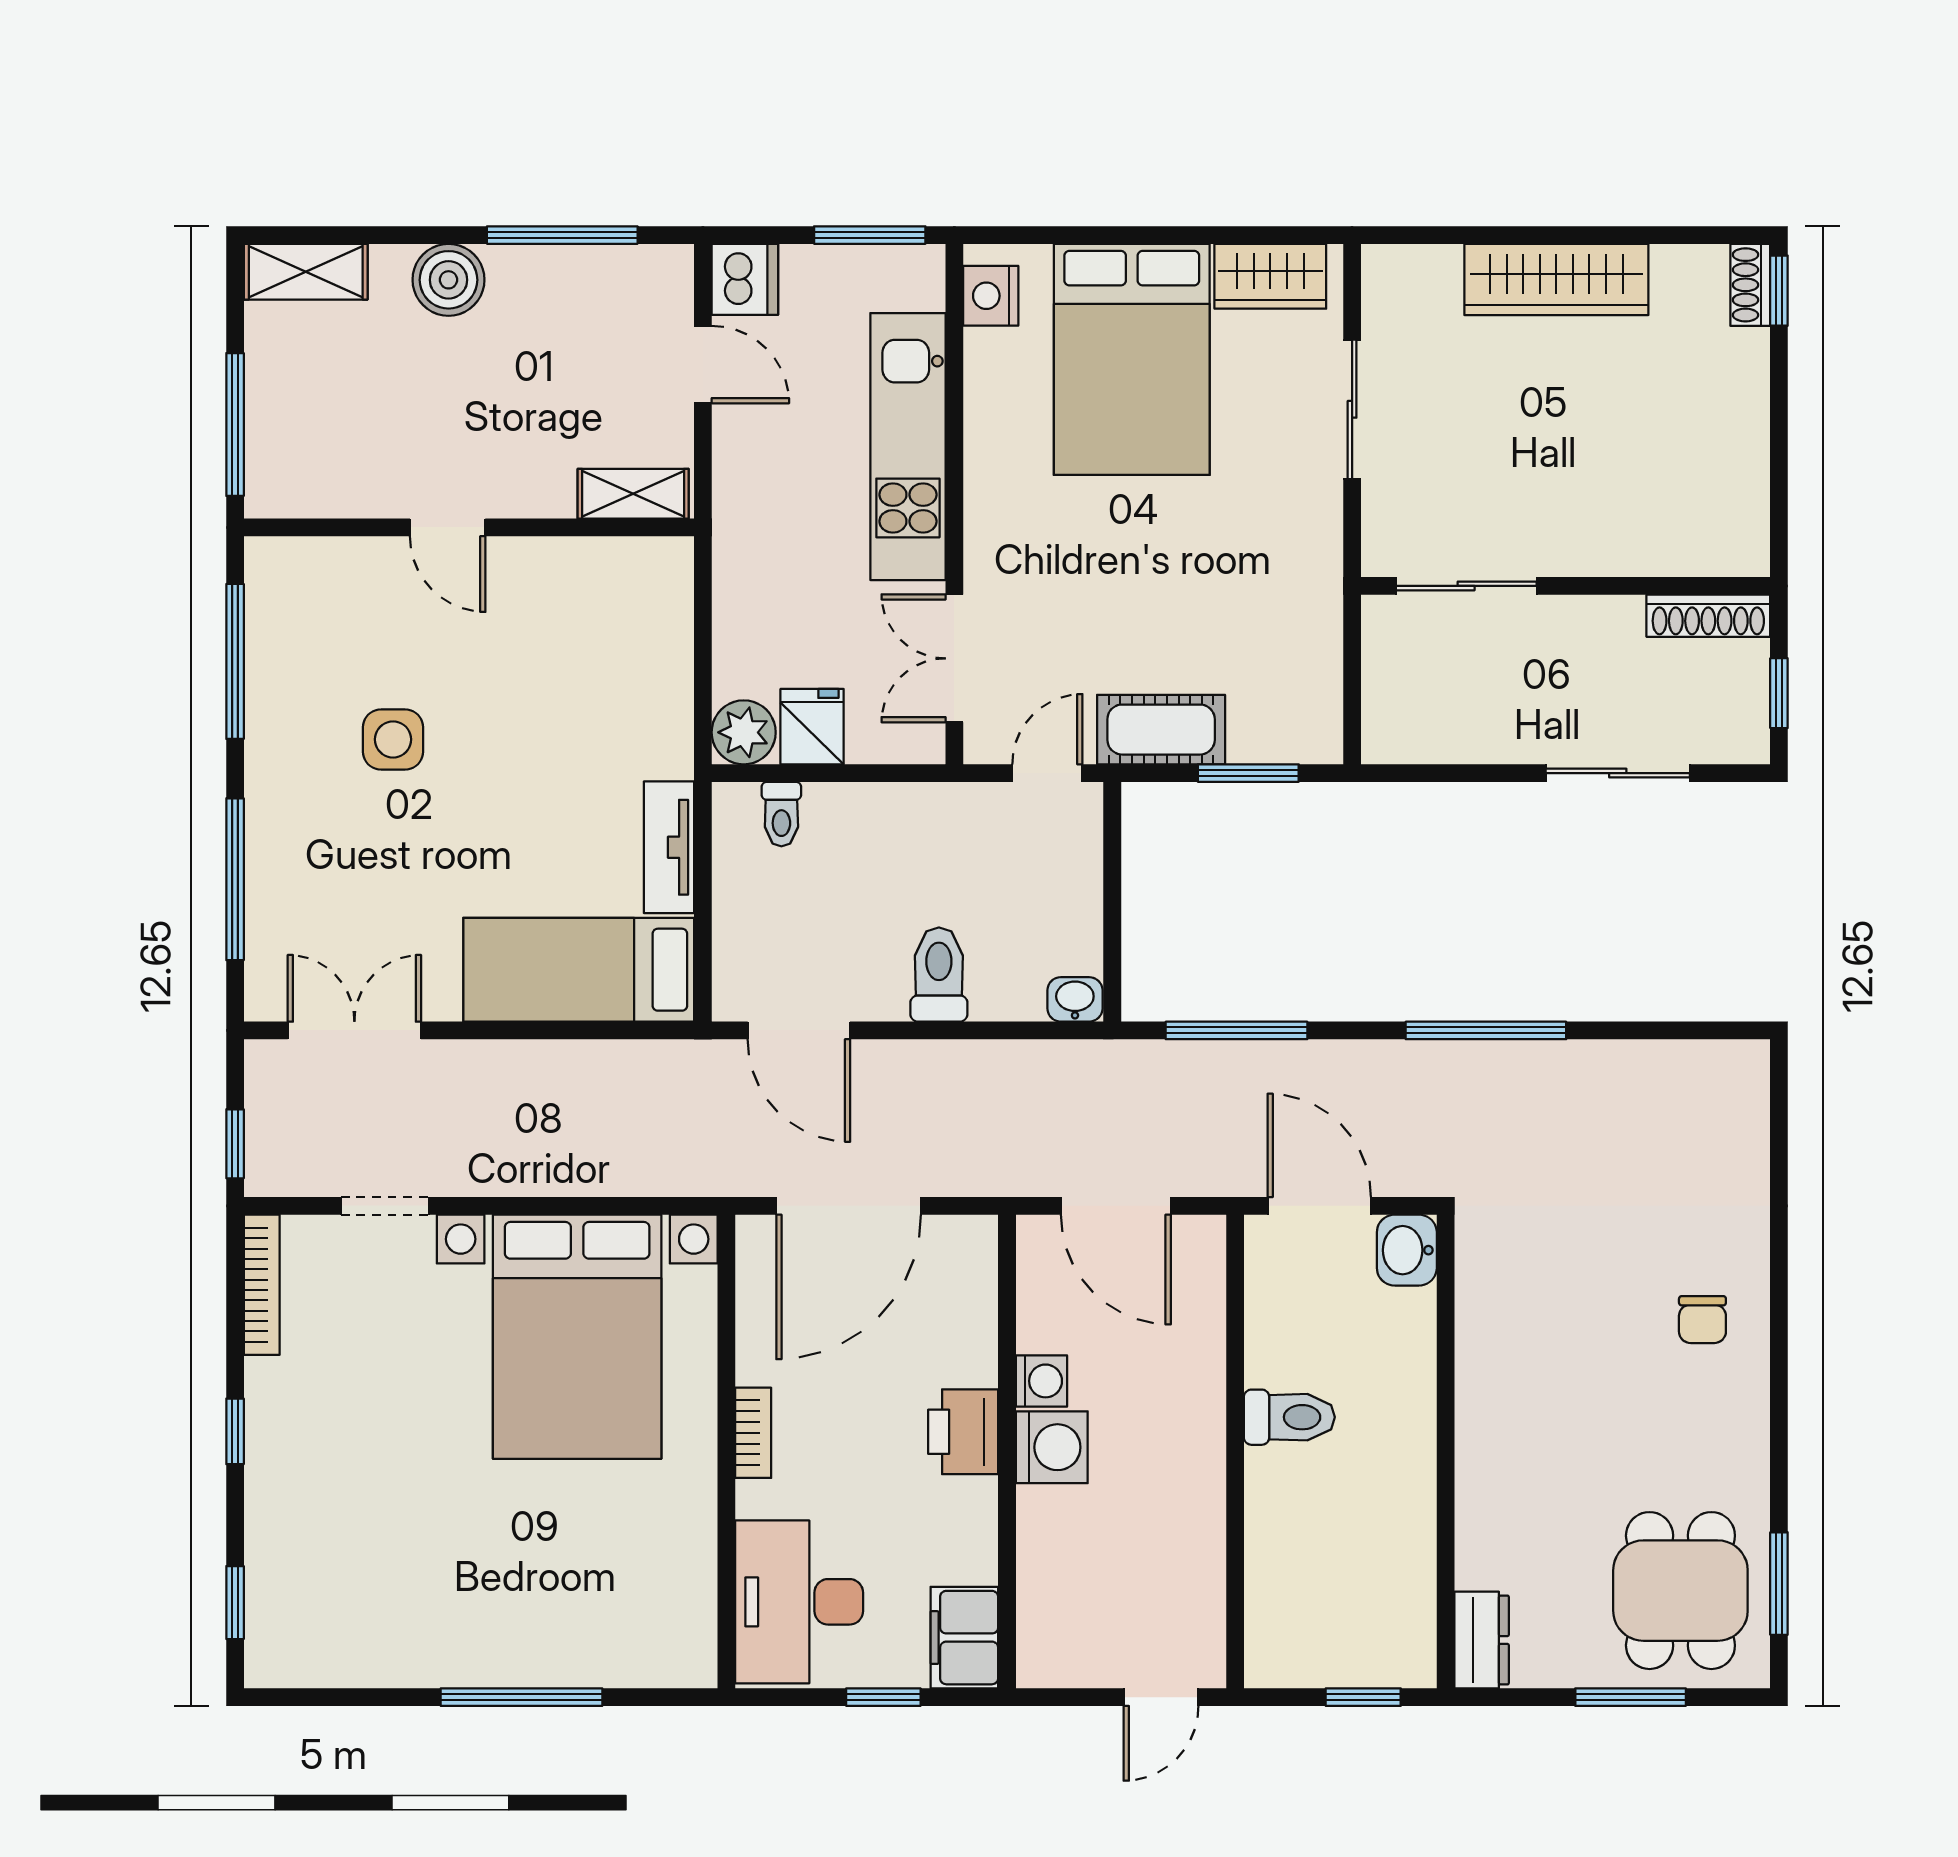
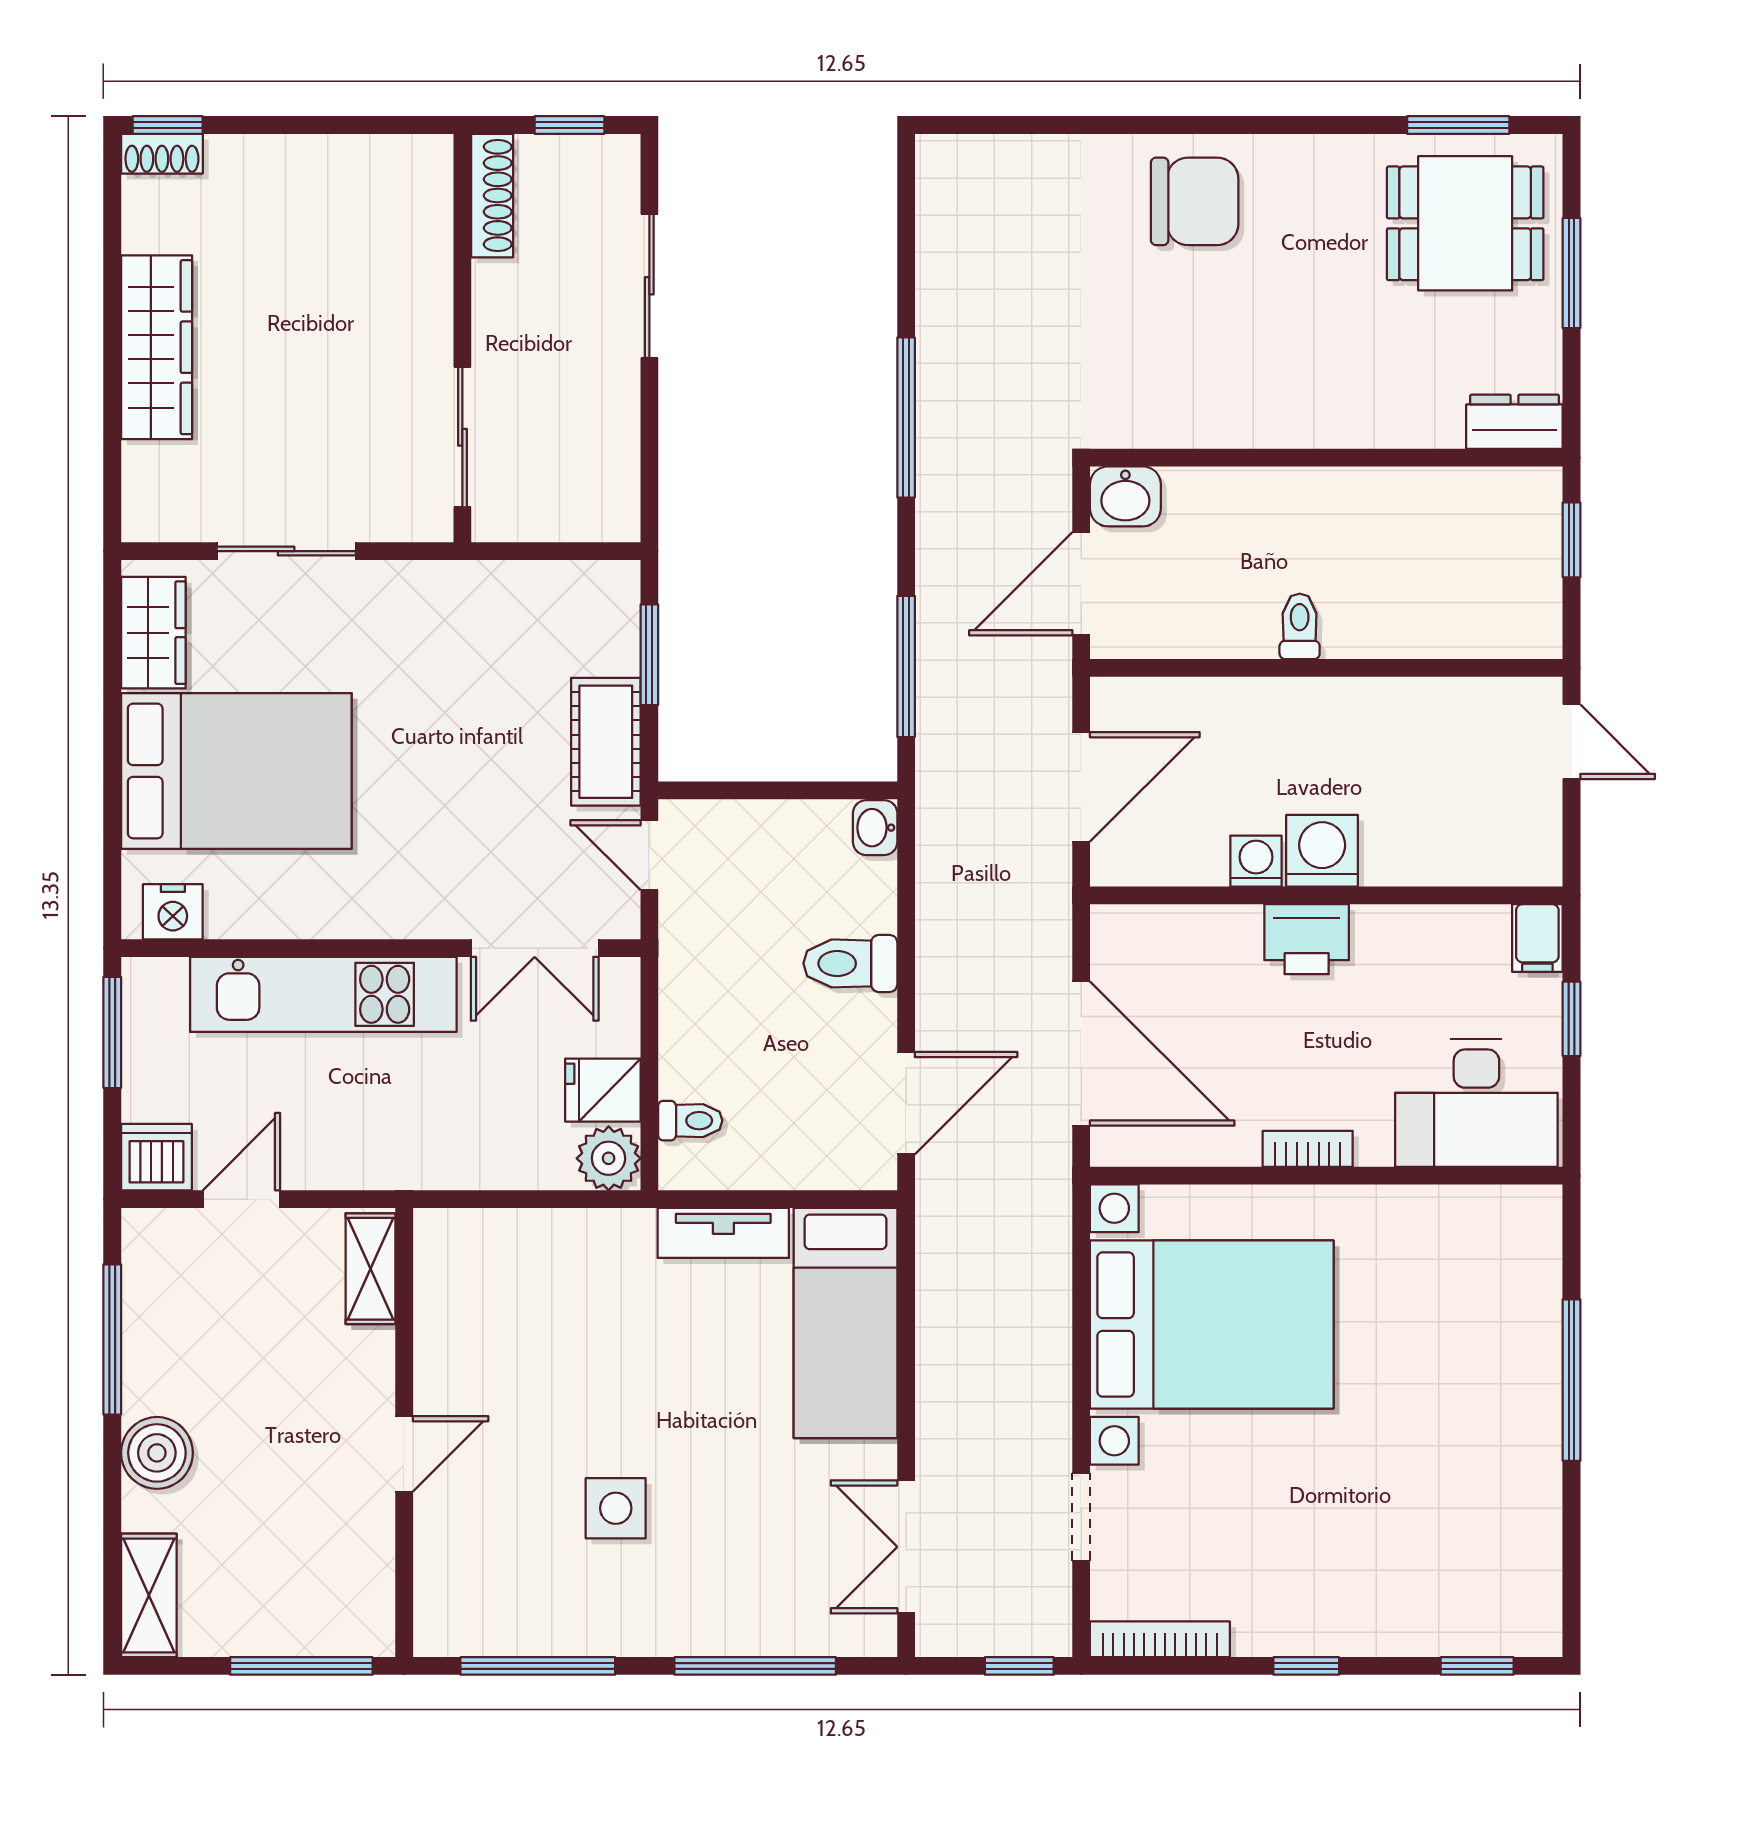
chair: (1702, 1320) -> (1195, 201), width x1.87, depth x1.87
toilet: (1289, 1417) -> (1300, 626), width x0.73, depth x0.72
filing cabinet: (964, 1638) -> (1537, 938), width x0.50

